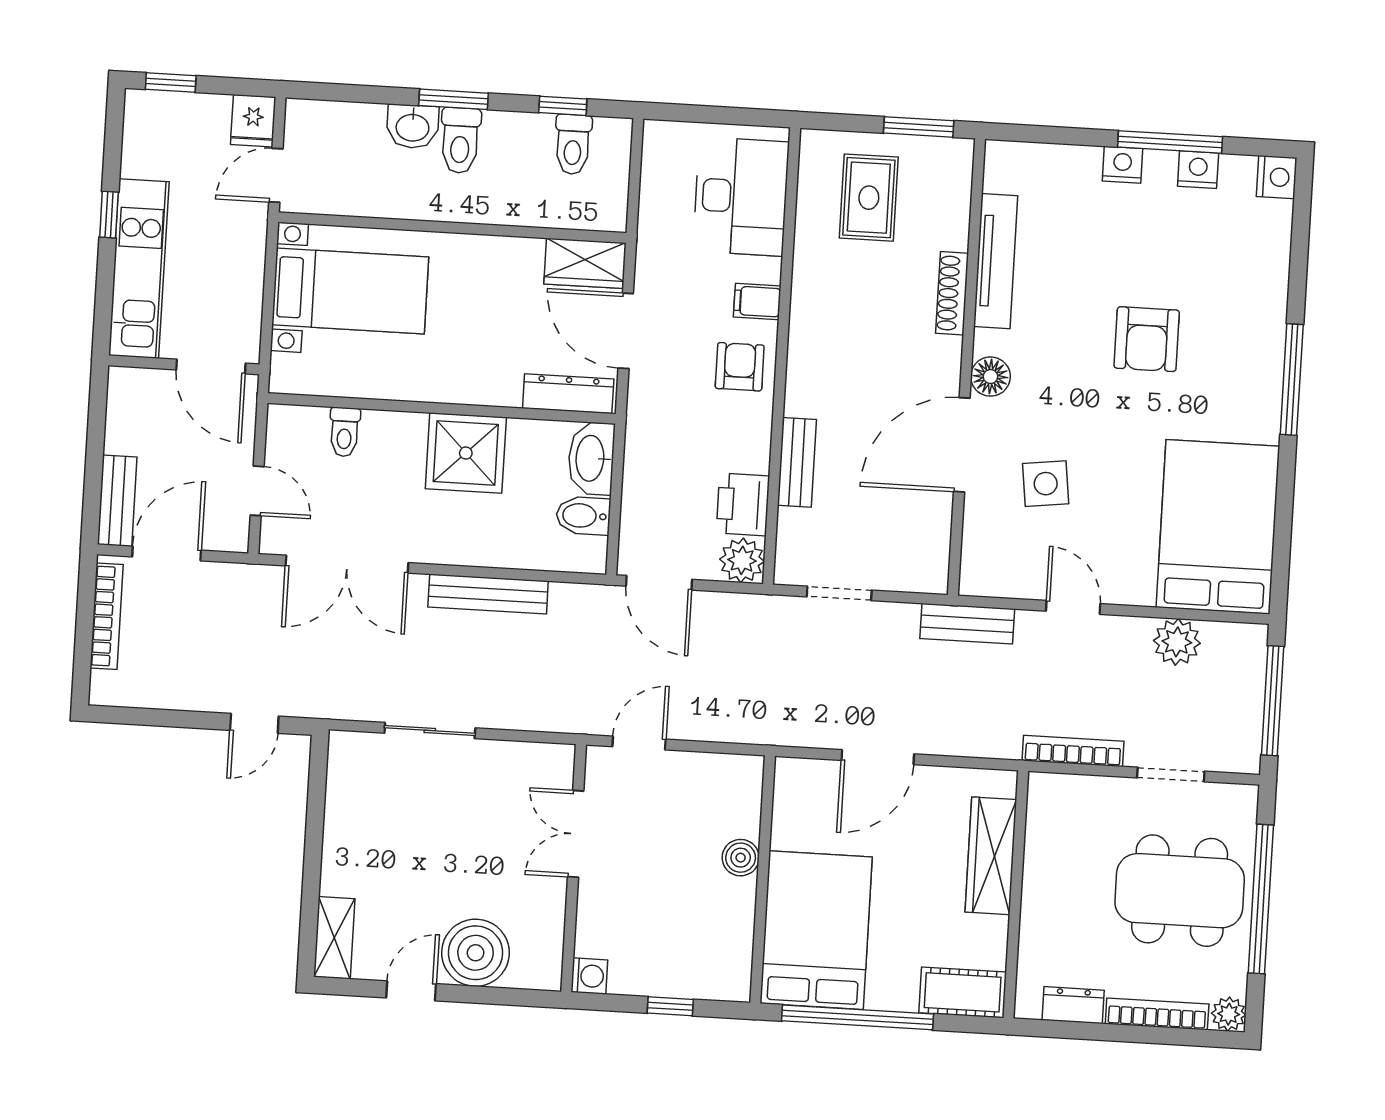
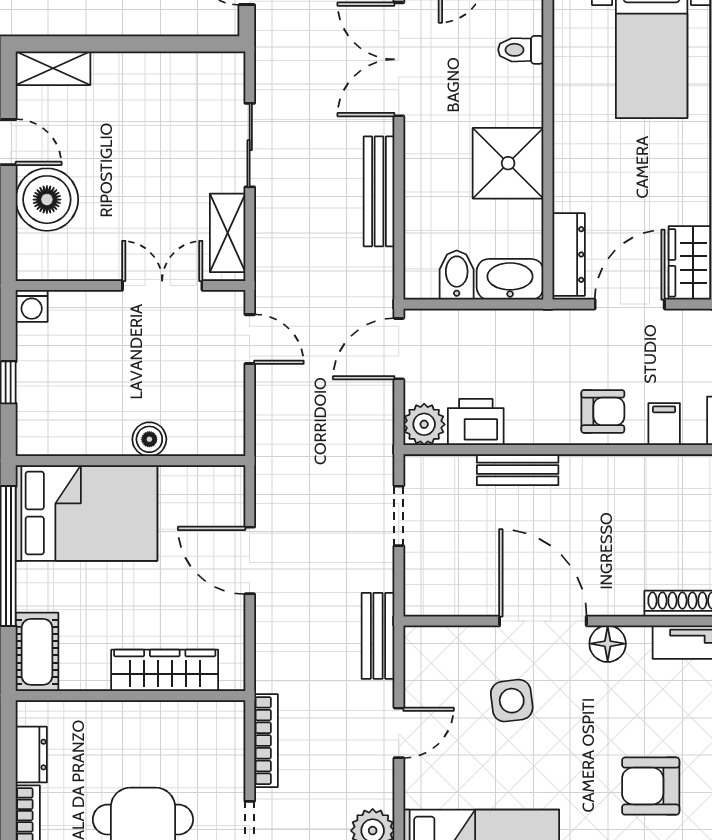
shelving: (523, 760) -> (228, 233), added

